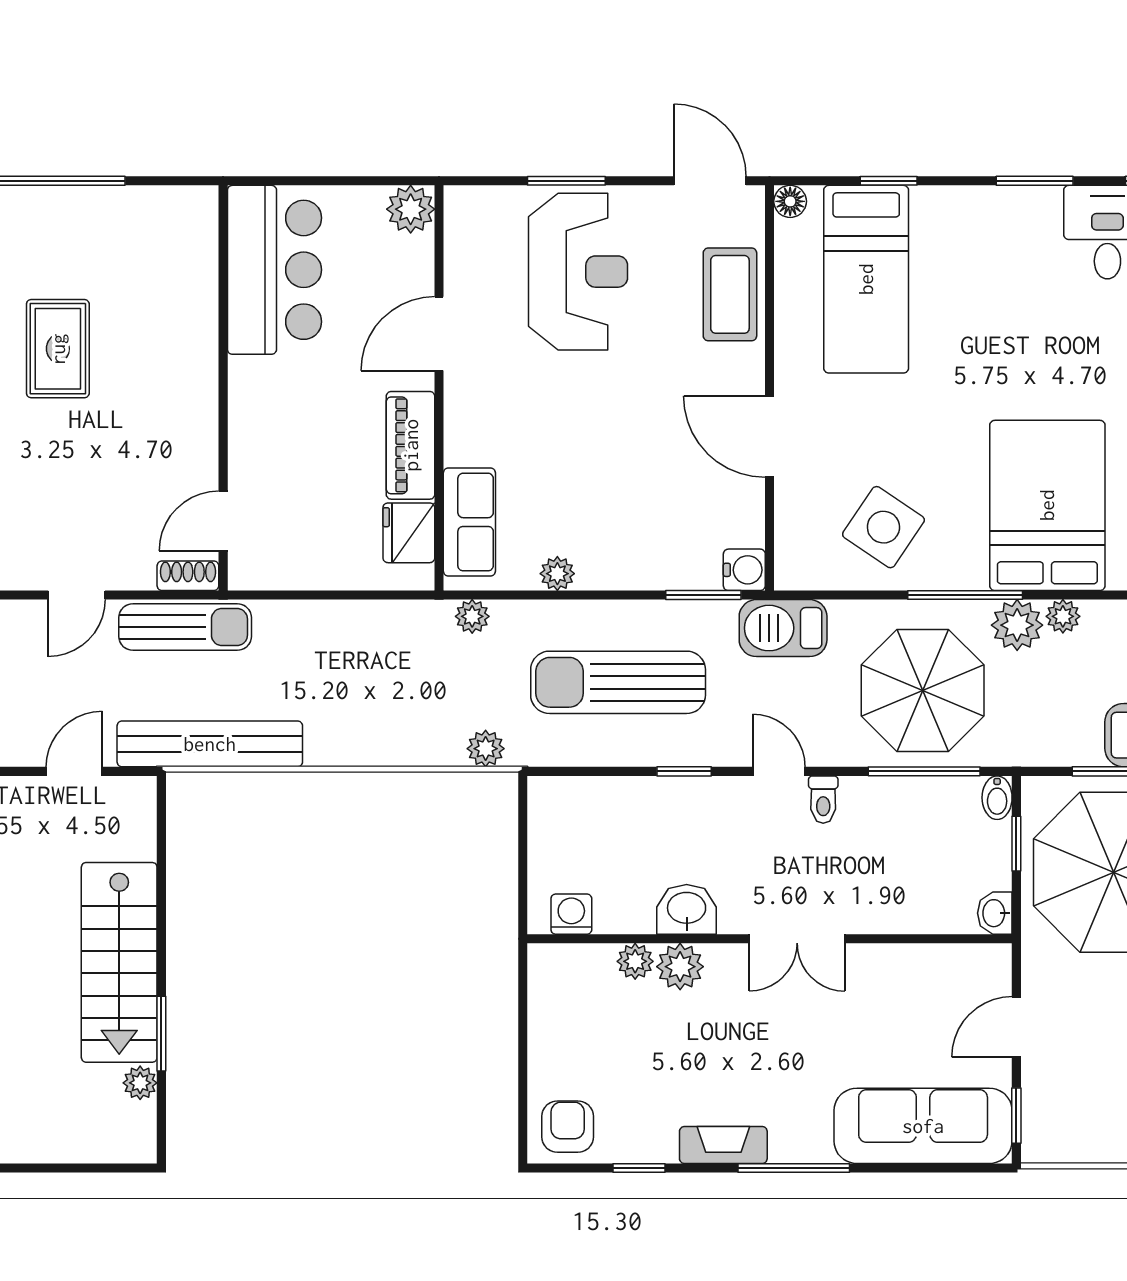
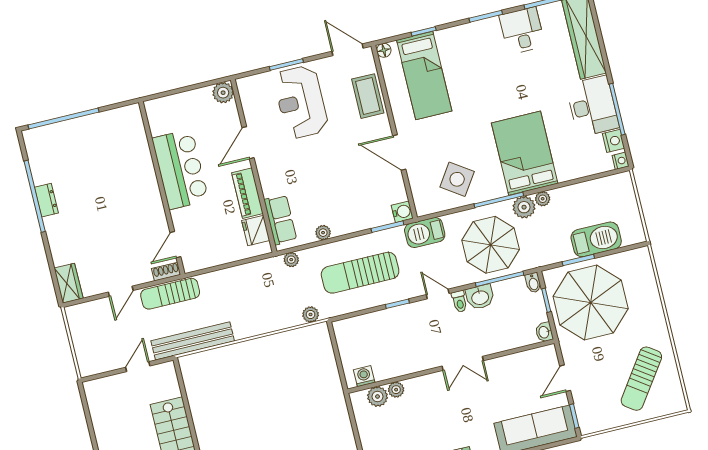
bar counter: (274, 270) -> (180, 169), moved
reception desk: (578, 272) -> (301, 102), turned 180
rug: (58, 349) -> (87, 188), removed
sun lounger: (185, 627) -> (170, 294), turned 180
washbasin: (687, 909) -> (480, 297), moved, turned 180
plant: (680, 967) -> (378, 397), moved

